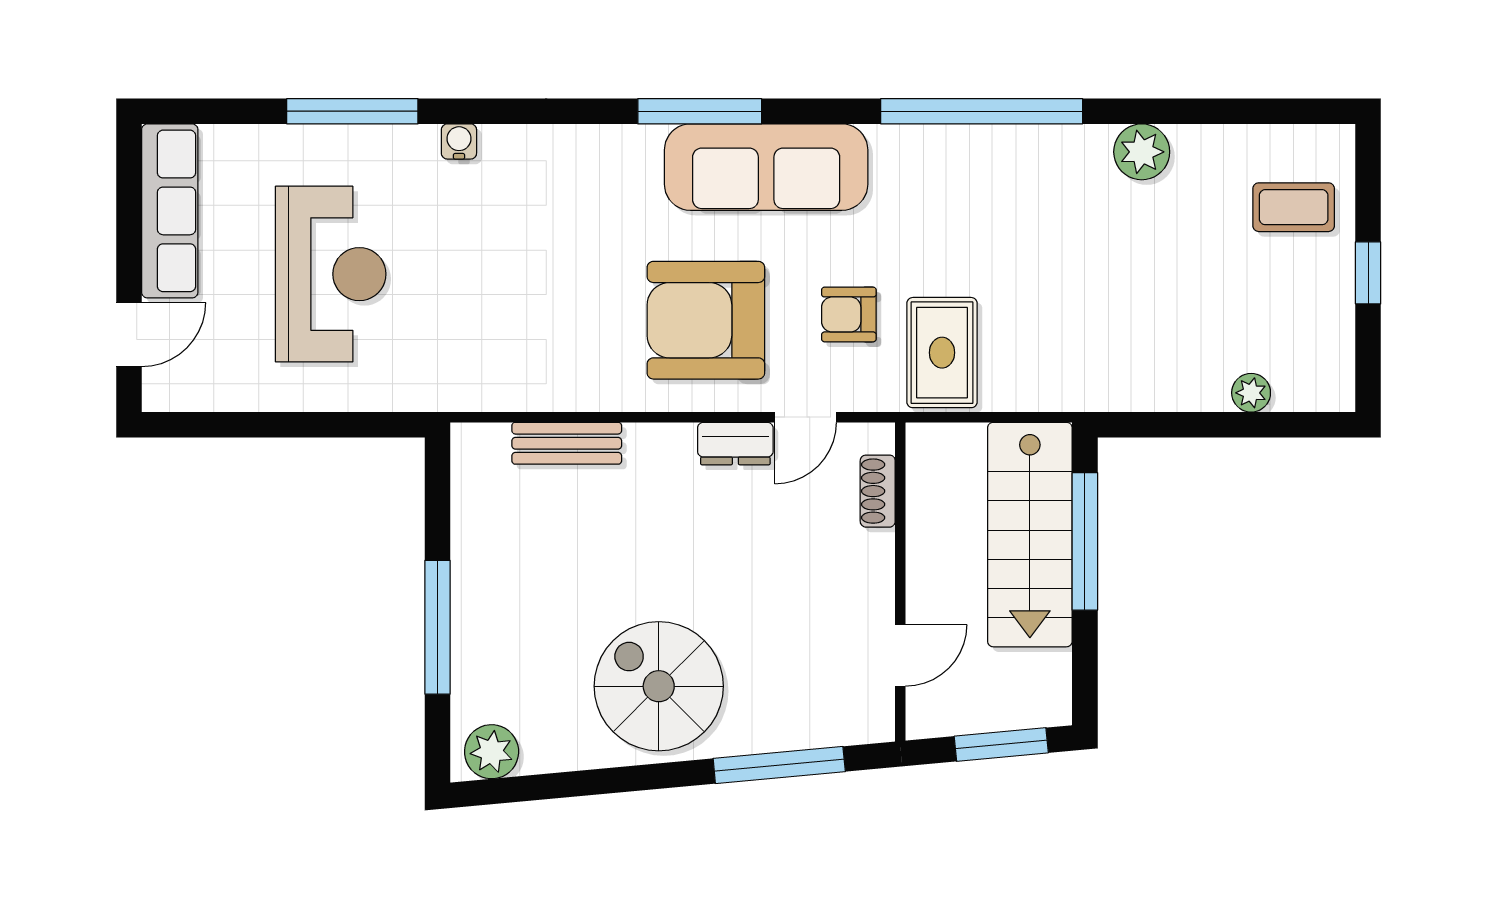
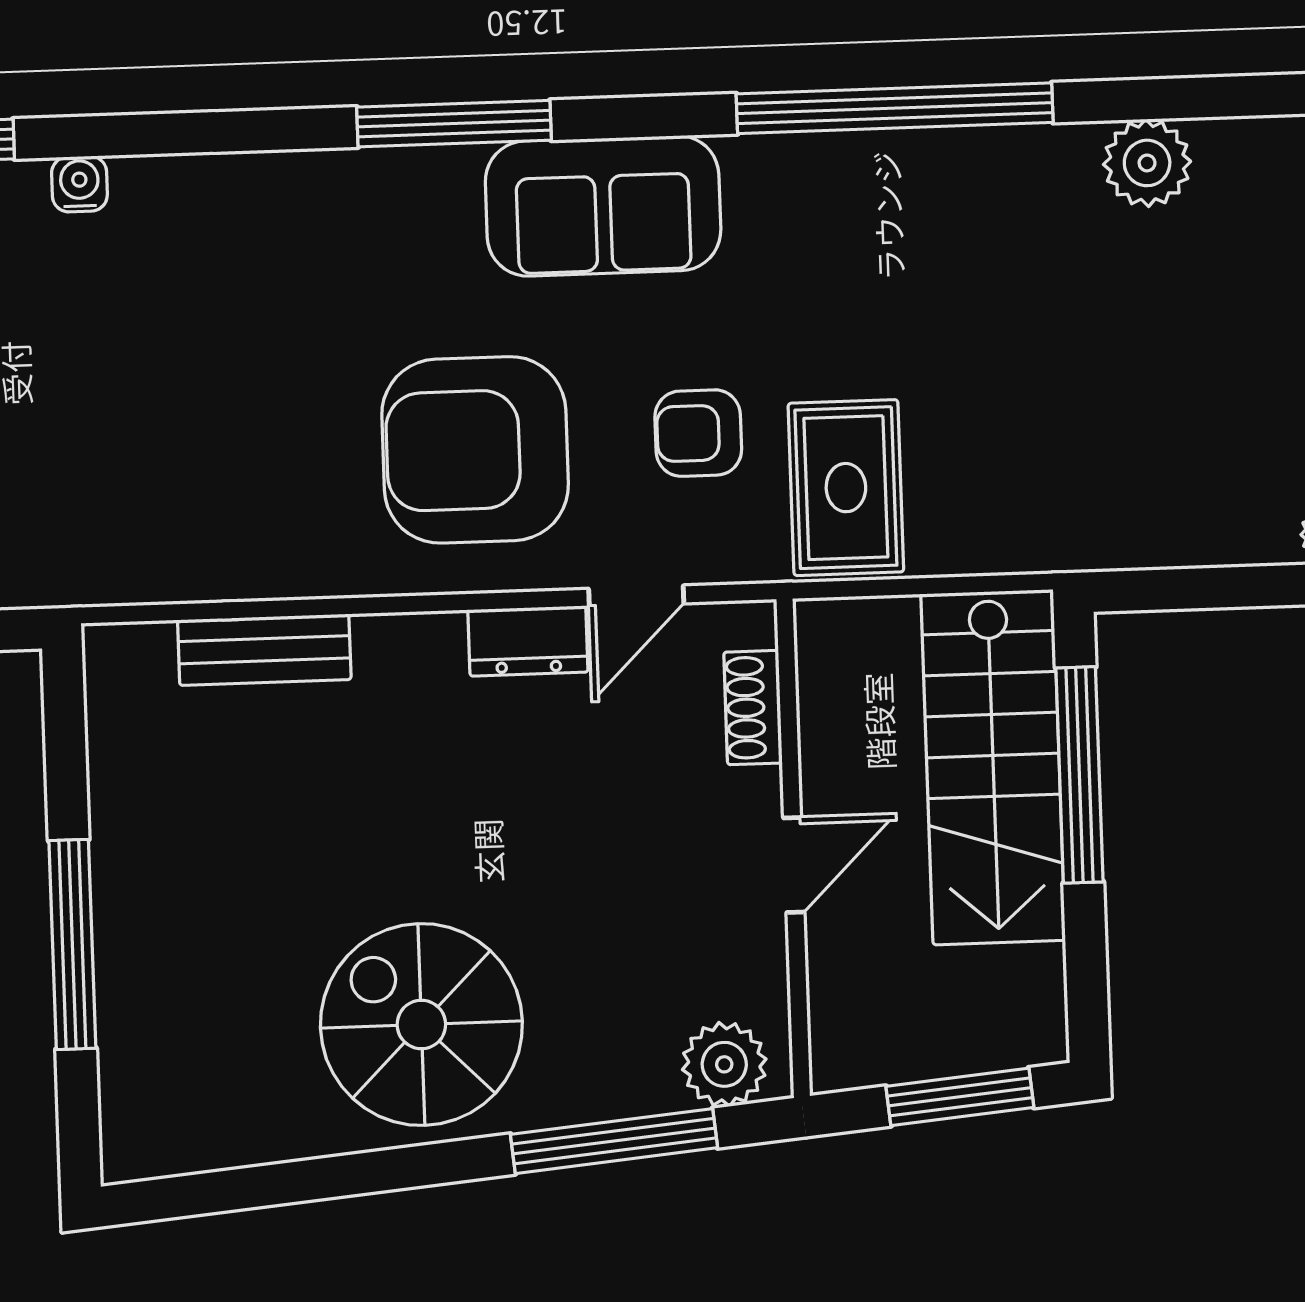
sofa: (766, 167) -> (603, 206), width x0.73
door: (900, 655) -> (794, 865), moved
plant: (492, 752) -> (724, 1064), moved

